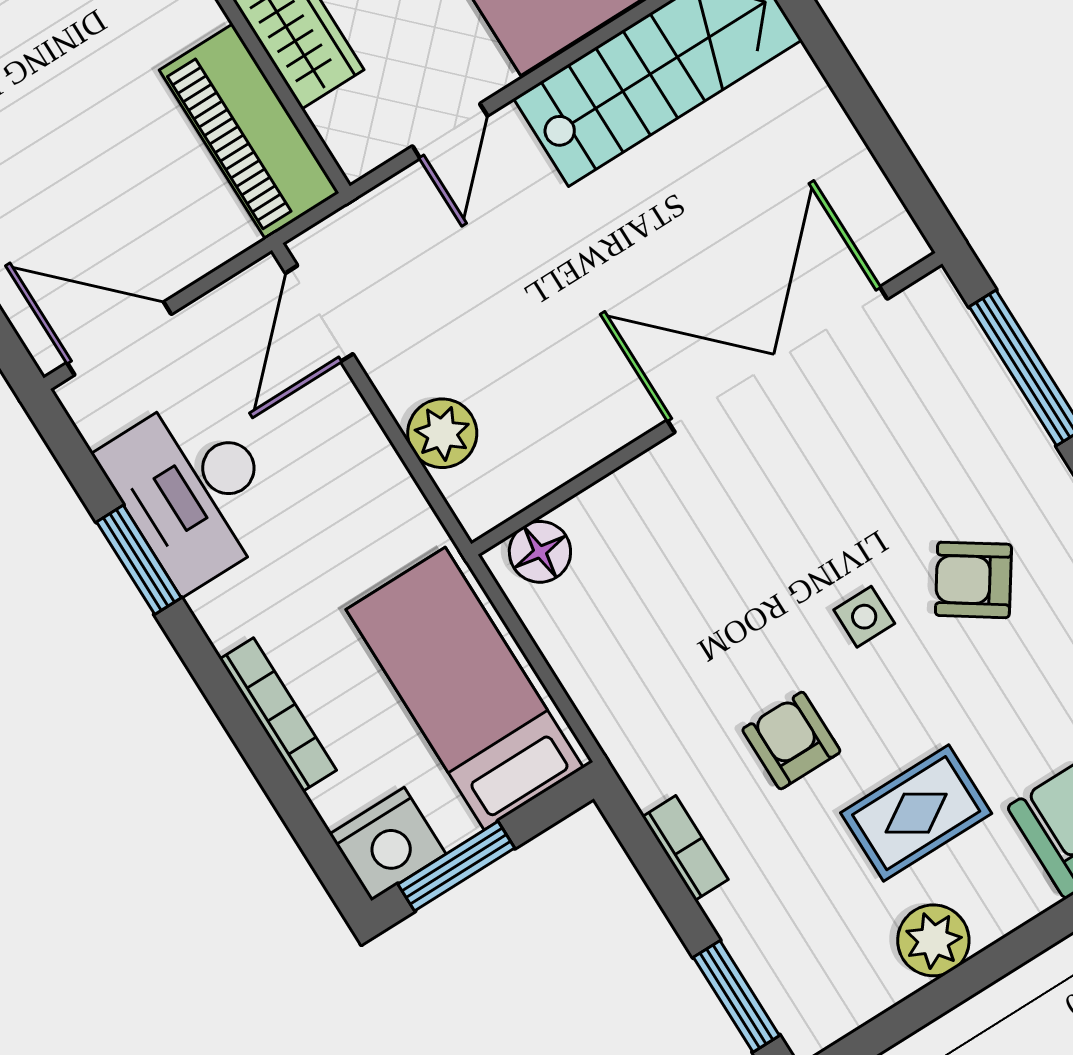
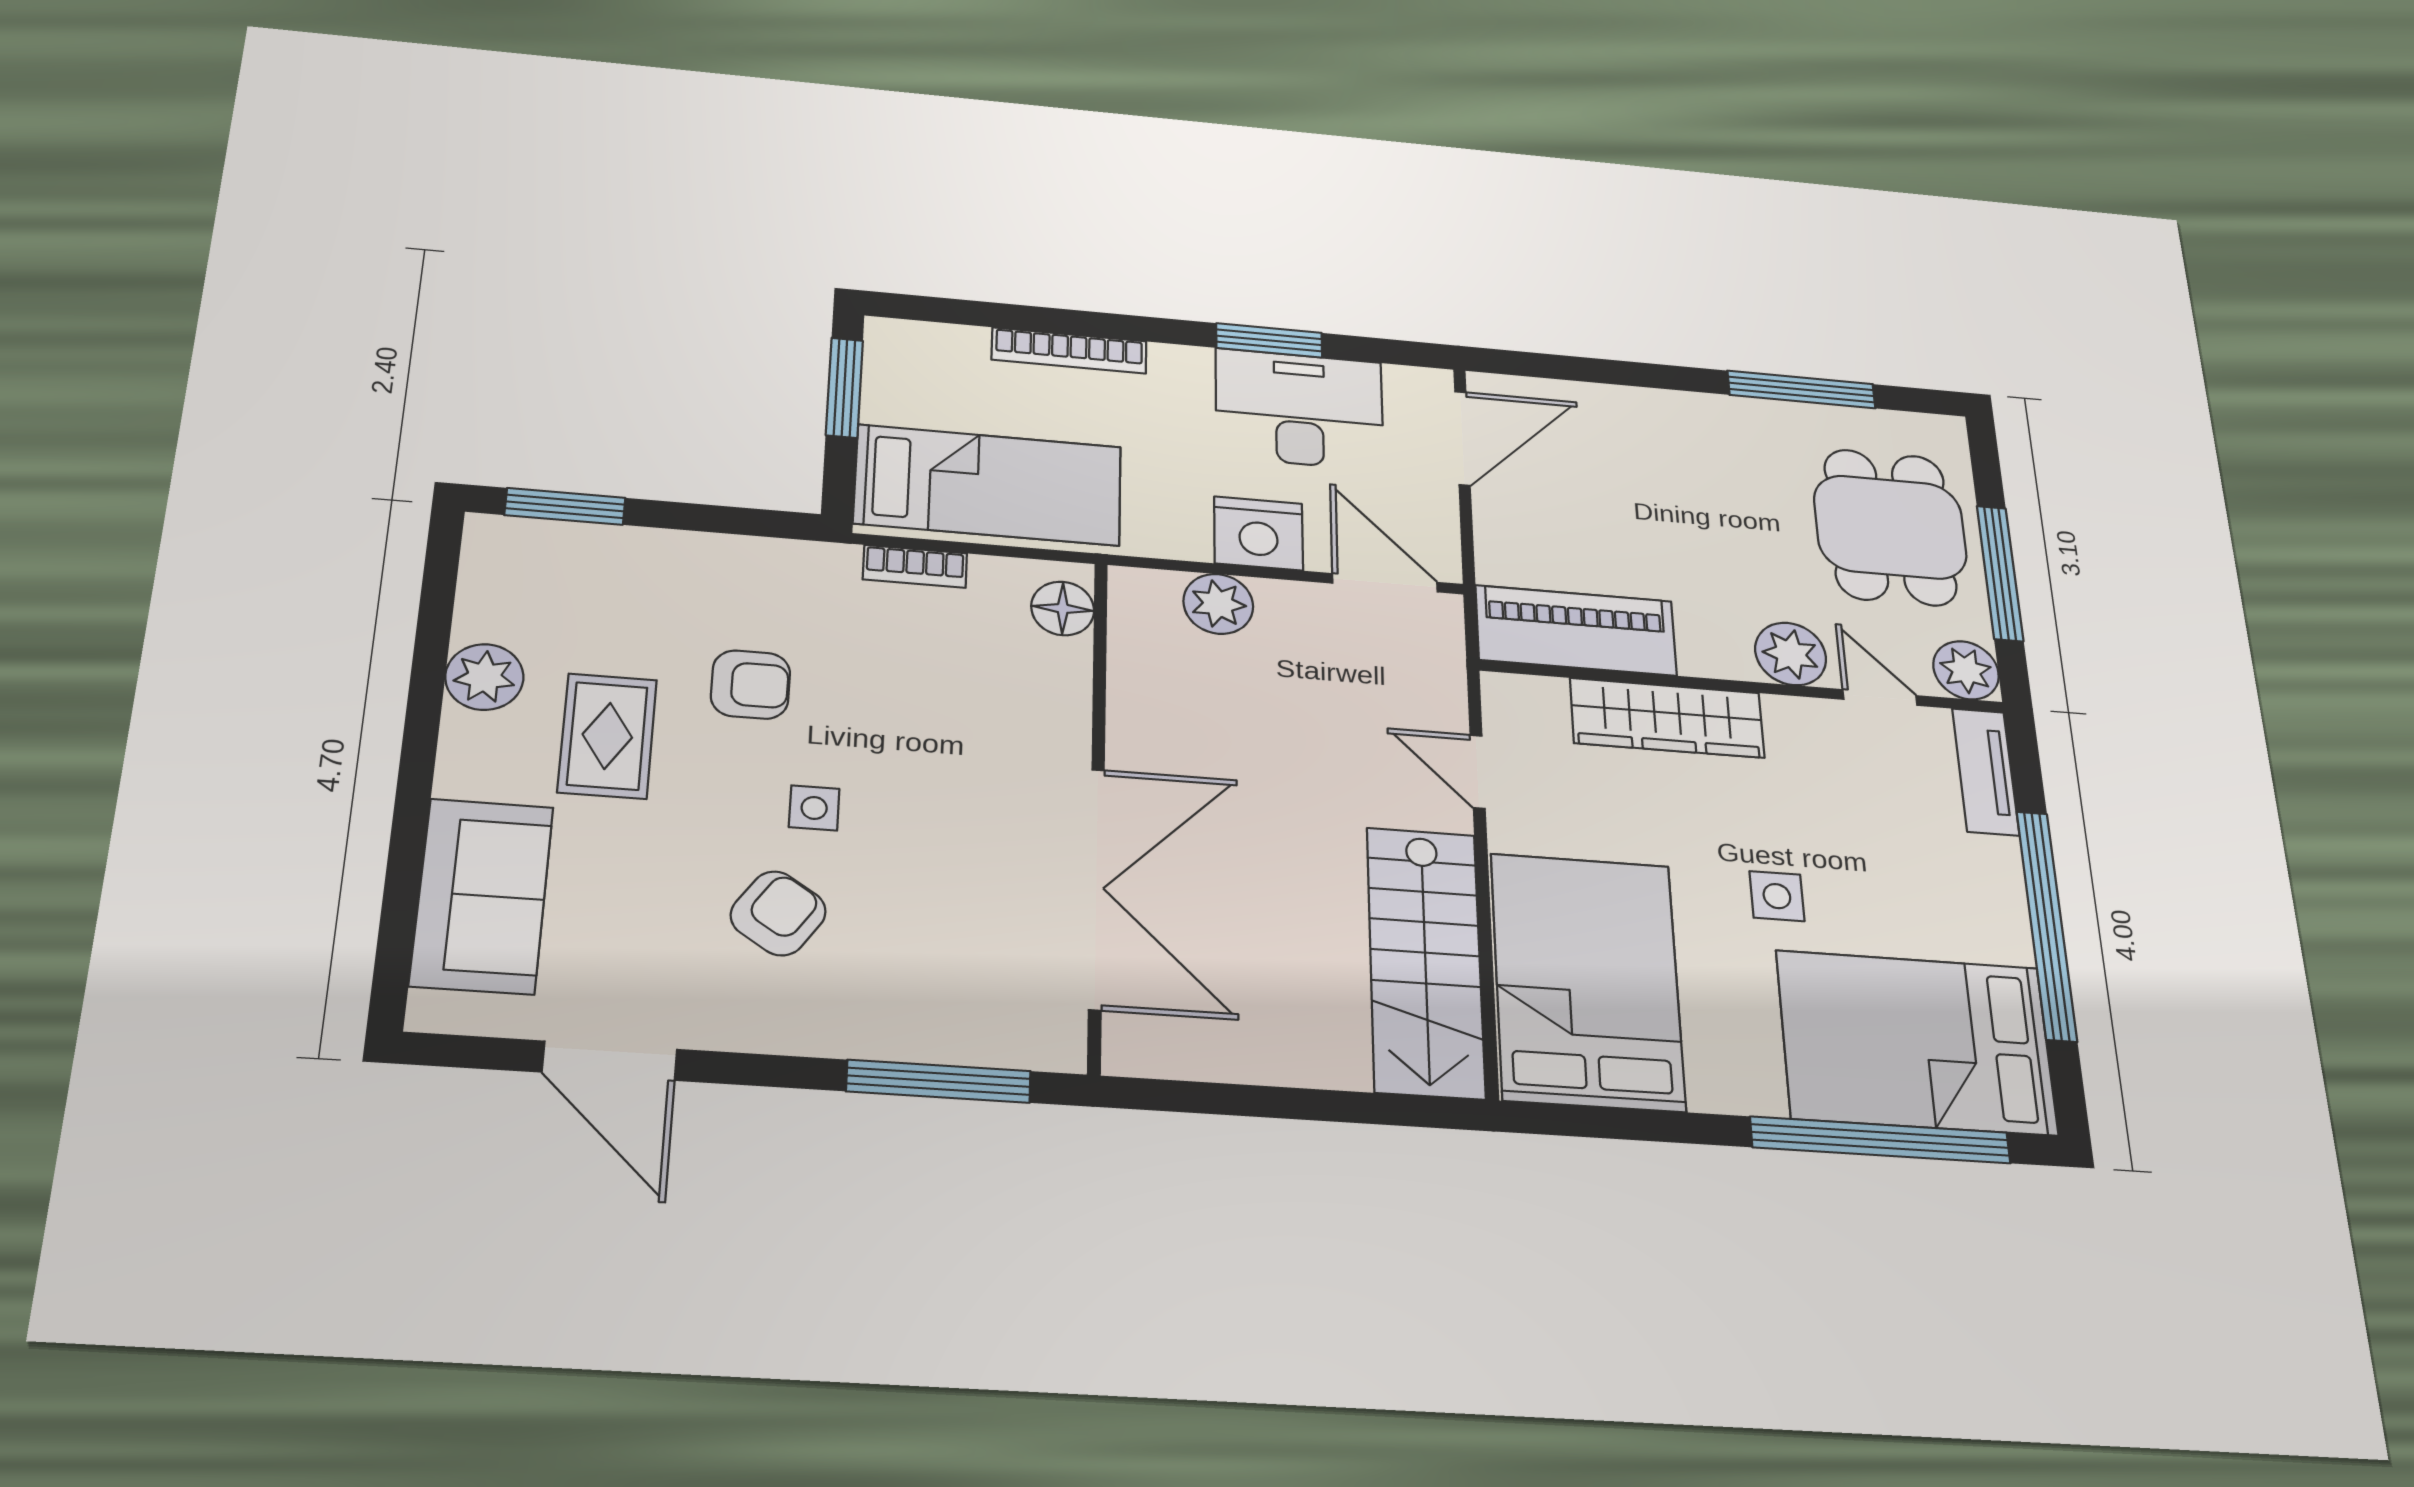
nightstand: (388, 844) -> (1258, 533), moved, turned -90
bookcase: (685, 848) -> (915, 566), moved

